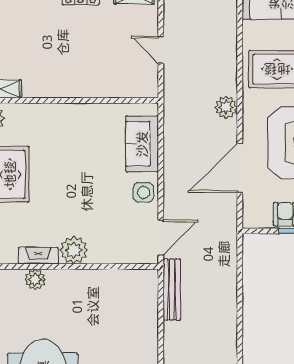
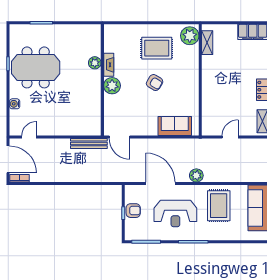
armchair: (68, 178) -> (155, 83), added
side table: (143, 192) -> (146, 127), removed

